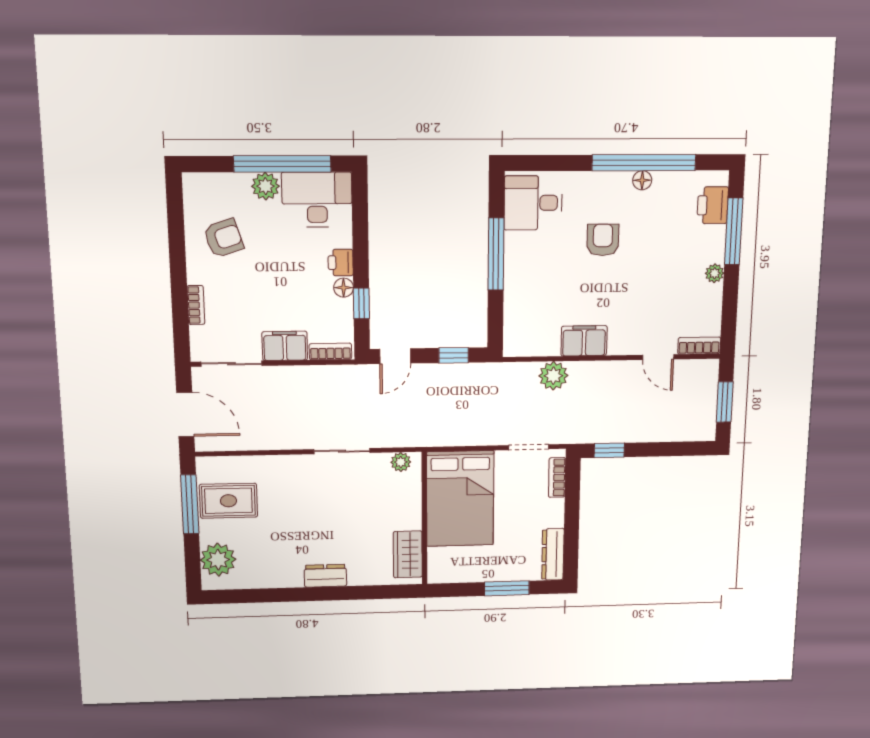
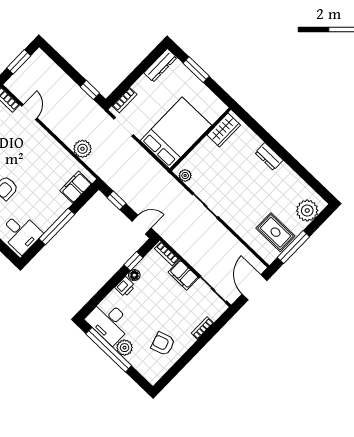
filing cabinet: (584, 341) -> (76, 187), moved, turned 90

